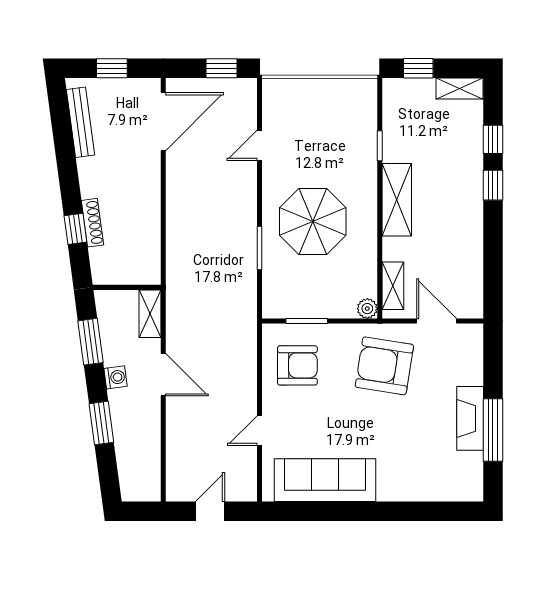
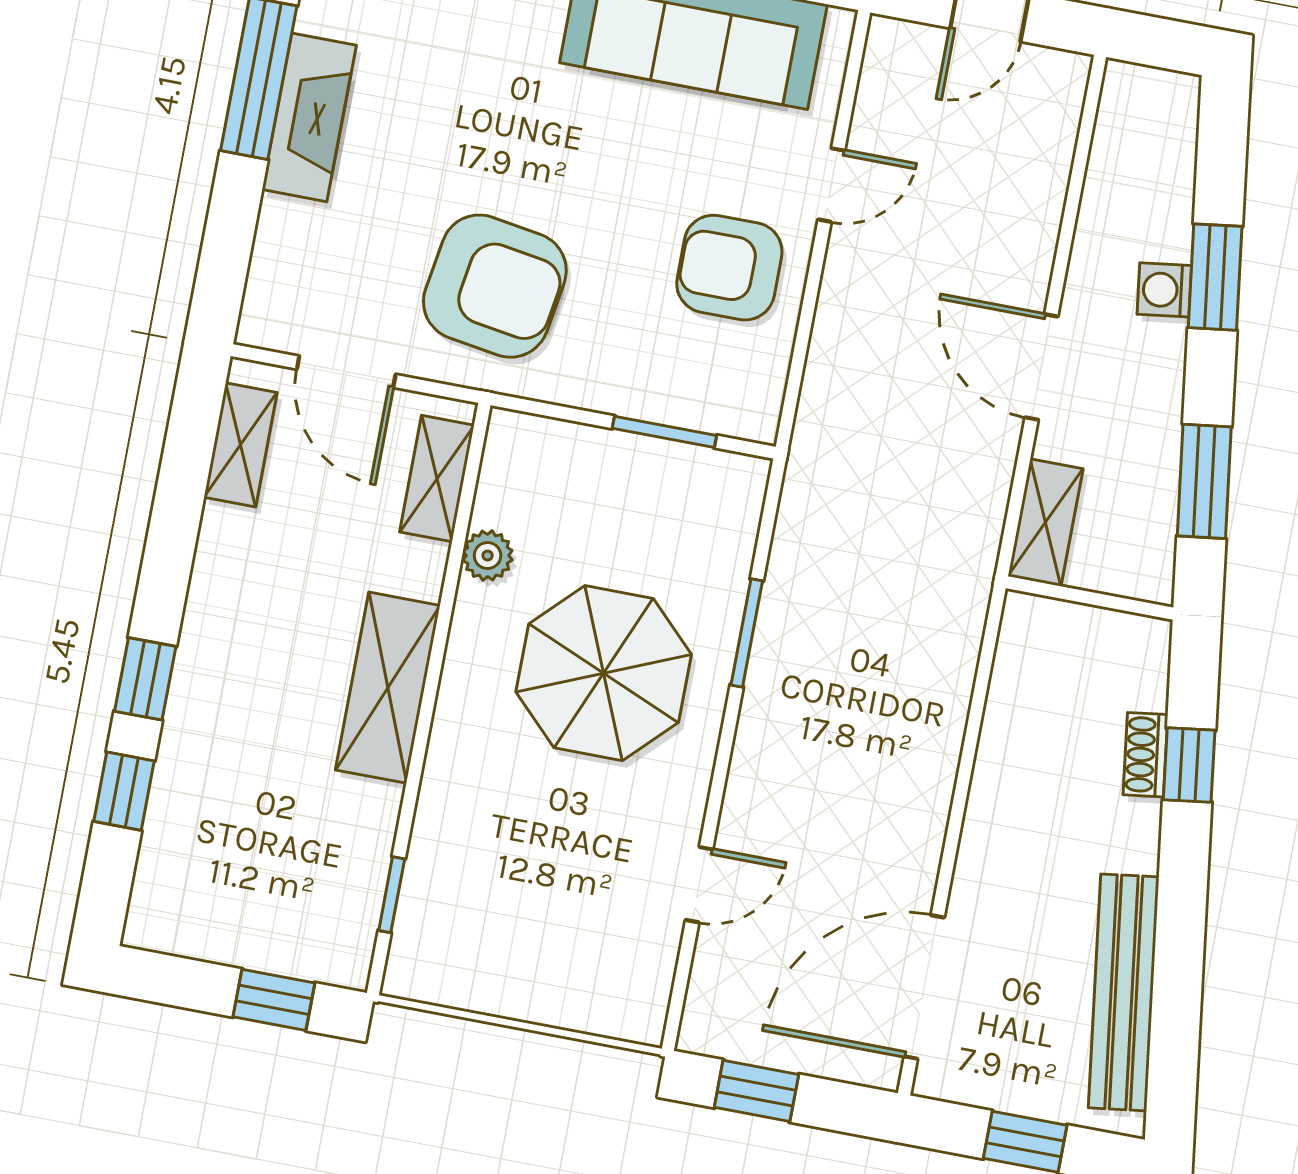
shelving: (459, 88) -> (241, 445), moved, turned 90
bench: (80, 122) -> (1124, 992), width x1.37, depth x1.21
window: (380, 146) -> (392, 895), moved
shoe rack: (92, 223) -> (1145, 755), width x0.70
plant: (367, 309) -> (488, 556), moved
armchair: (297, 365) -> (729, 268), moved
washing machine: (116, 377) -> (1164, 290), moved

